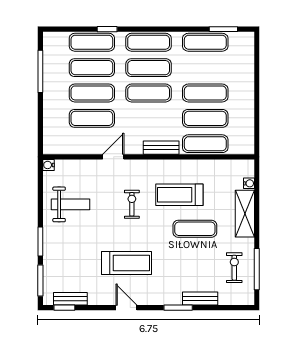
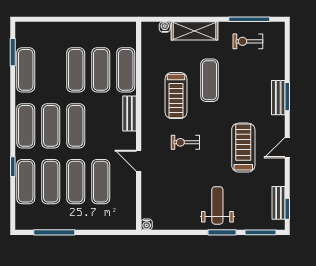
weight bench: (71, 204) -> (217, 205), moved
bench: (200, 299) -> (278, 98), moved

